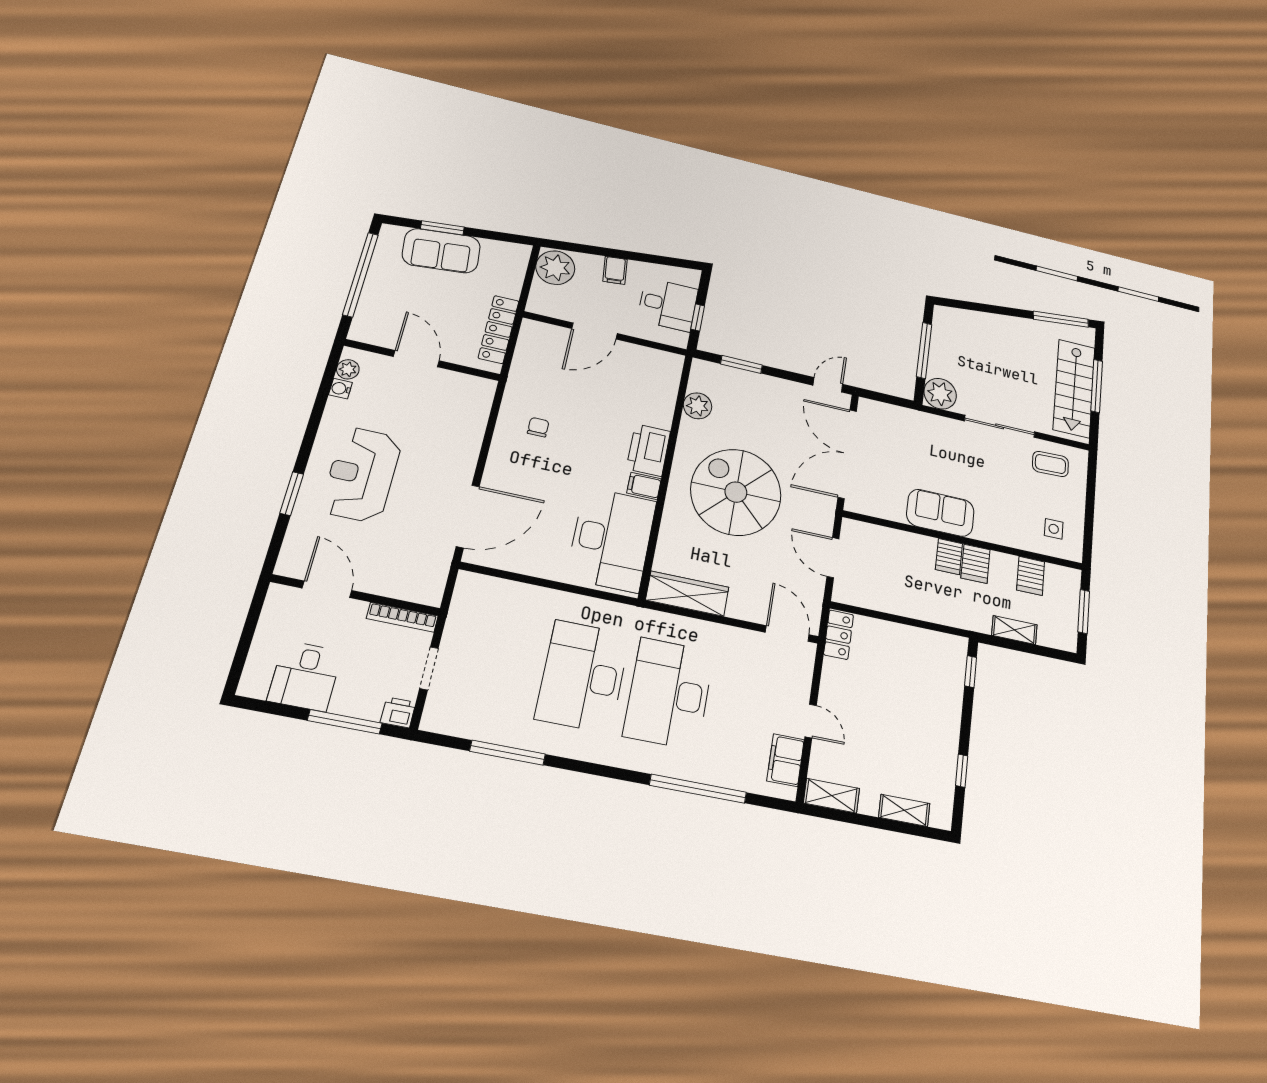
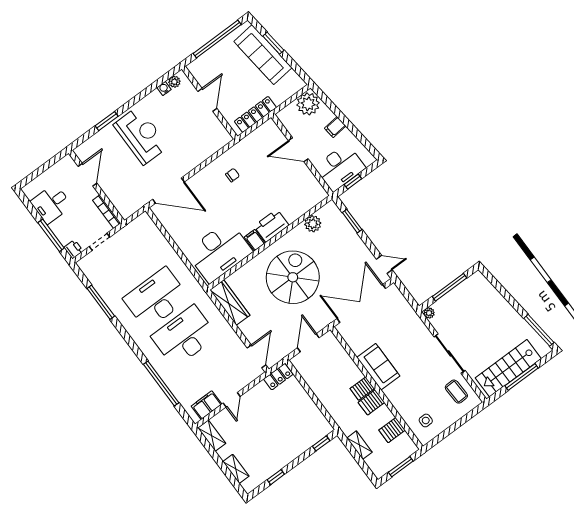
sofa: (441, 251) -> (263, 55), width x1.36
desk: (668, 305) -> (340, 167), width x1.37
plant: (940, 394) -> (429, 313), width x0.53, depth x0.53
reception desk: (362, 474) -> (141, 136), turned 90

